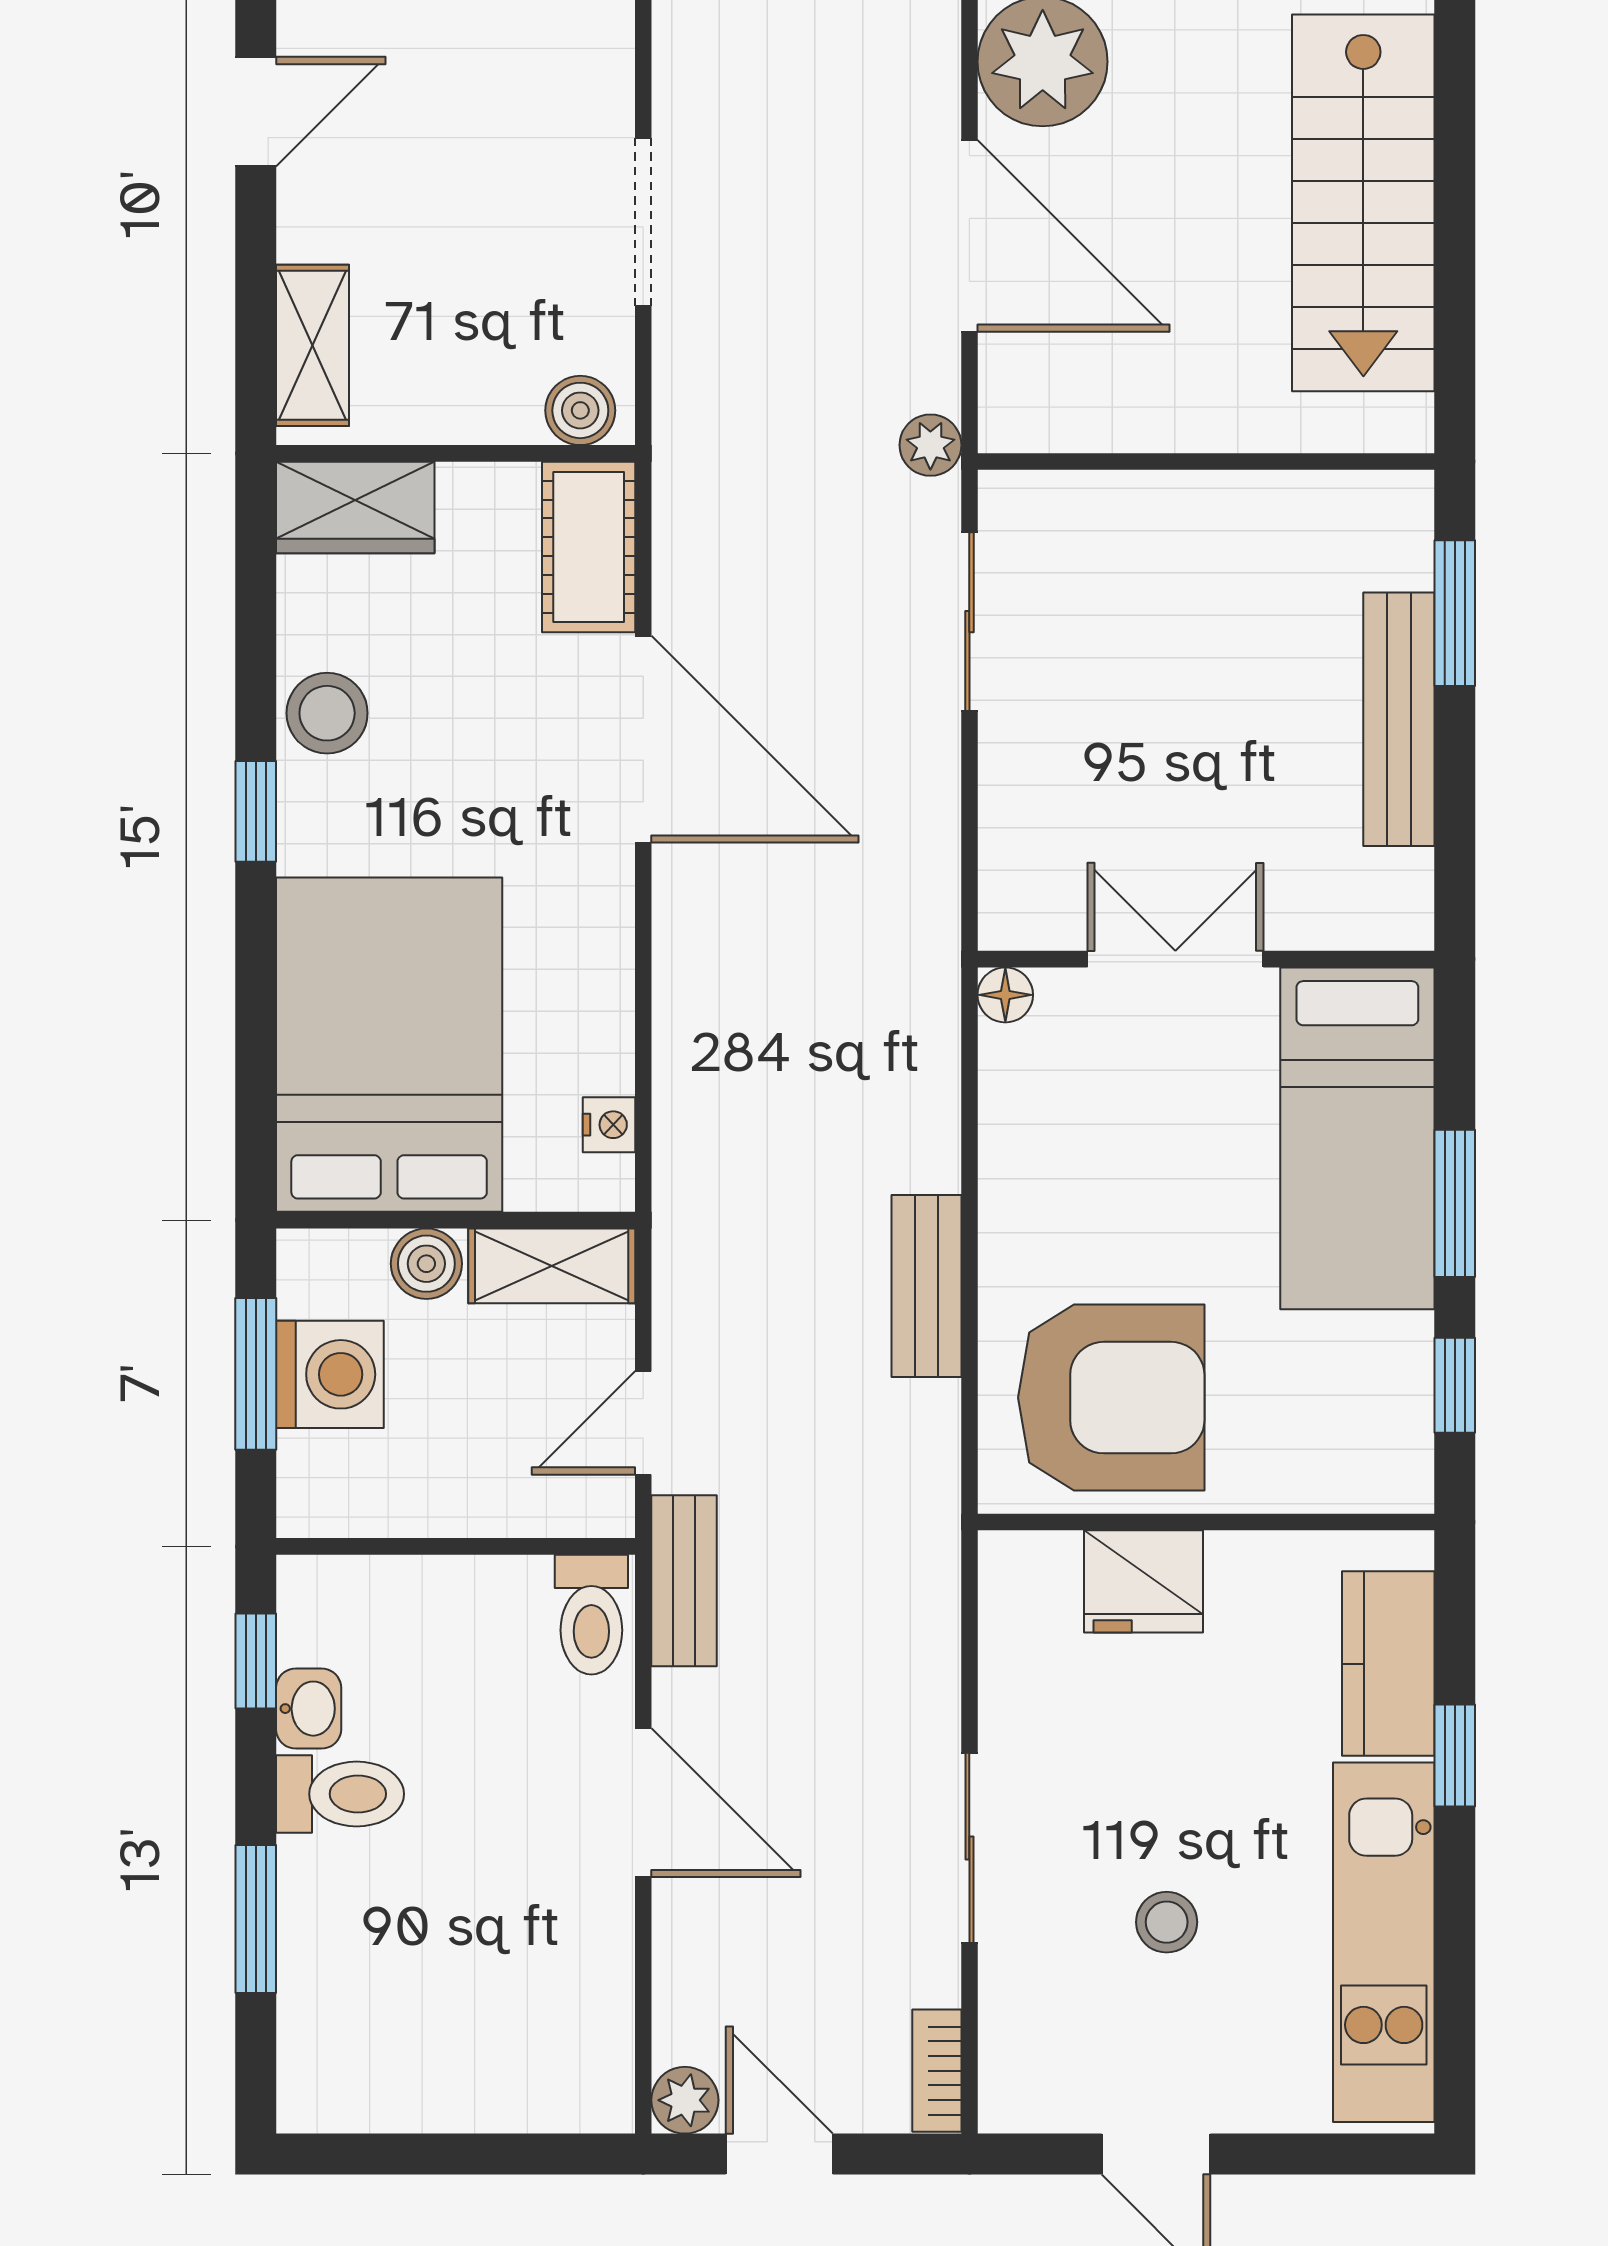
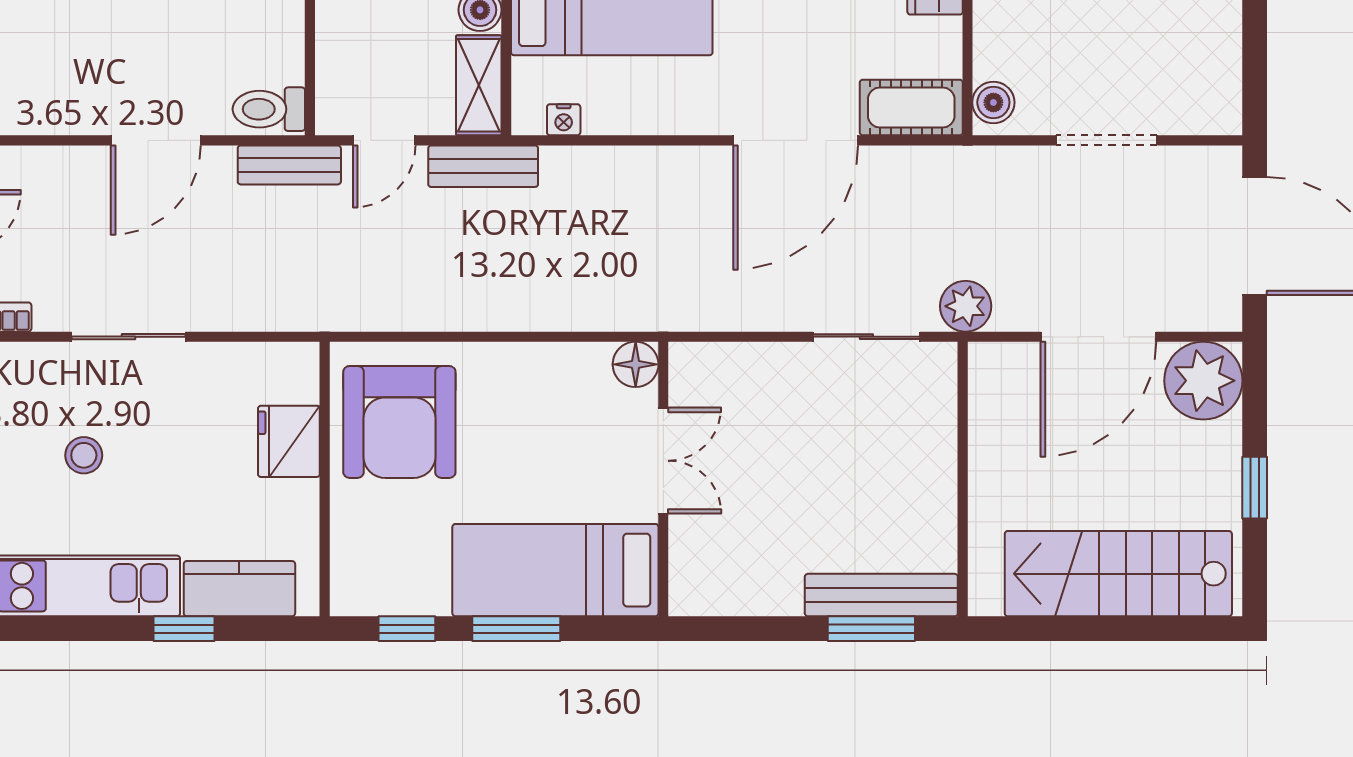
plant: (930, 445) -> (966, 306), width x1.38, depth x1.38
bench: (1399, 719) -> (881, 595), moved
floor lamp: (1005, 995) -> (636, 364), width x1.37, depth x1.37
bench: (927, 1286) -> (483, 166), moved
door: (643, 1423) -> (384, 140), swing flipped

